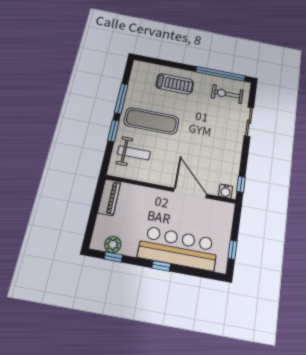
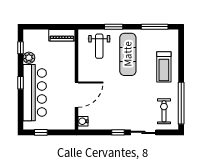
window: (121, 99) -> (155, 27), moved
window: (241, 184) -> (118, 132), moved
plant: (113, 245) -> (29, 58), moved

